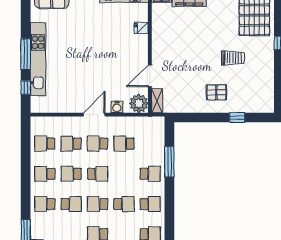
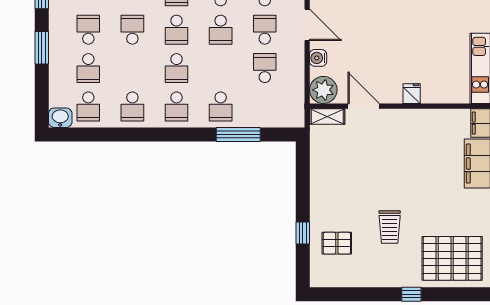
fridge: (141, 28) -> (412, 94), moved
pallet: (216, 92) -> (337, 243), moved, turned 90
school desk: (98, 204) -> (177, 30), turned 180

